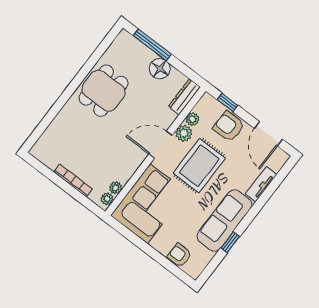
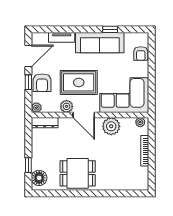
window: (152, 45) -> (28, 165), width x0.46
floor lamp: (160, 69) -> (39, 178), moved
window: (227, 102) -> (28, 82), moved
plant: (192, 119) -> (36, 108), moved
plant: (116, 188) -> (111, 126), moved, width x1.87, depth x1.87

